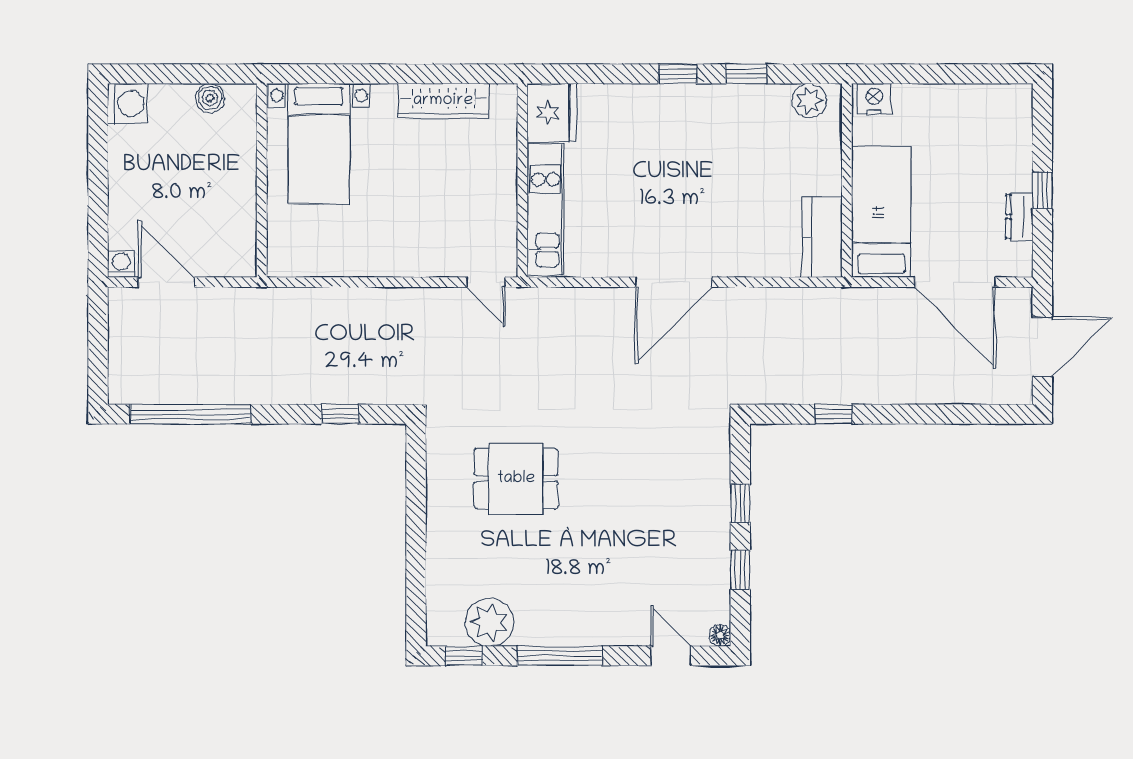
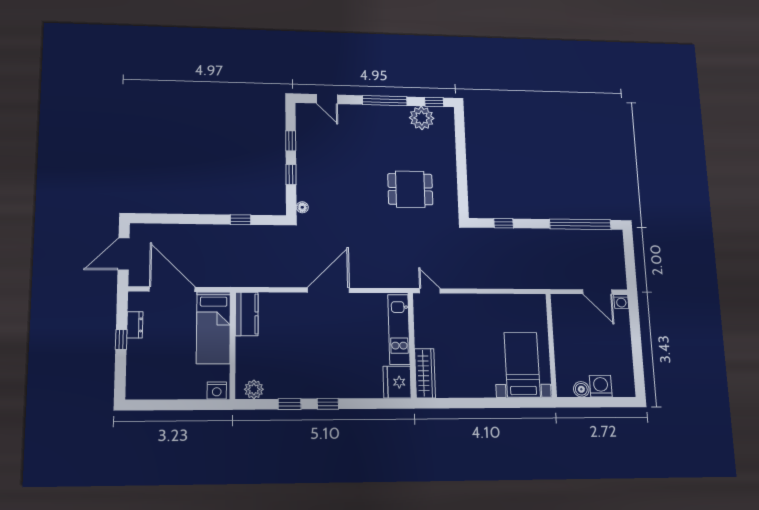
wardrobe: (443, 101) -> (425, 373), moved, turned 90
washing machine: (128, 104) -> (601, 386), moved, turned 90
floor lamp: (720, 635) -> (302, 207), moved

